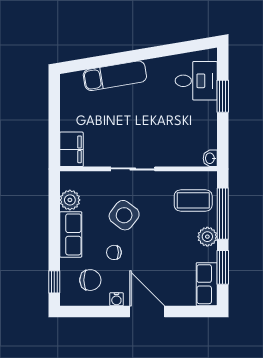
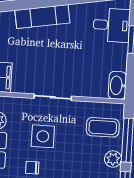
washbasin: (210, 158) -> (117, 85), width x1.91, depth x1.45
side table: (124, 215) -> (43, 136), turned -37

